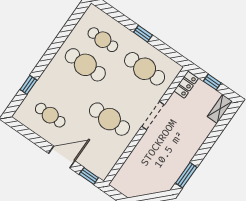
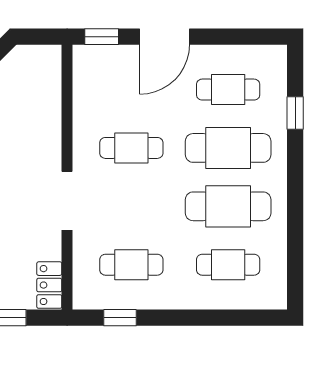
window: (143, 34) -> (120, 318), moved
cafe table: (145, 69) -> (131, 265), width x0.73, depth x0.74
cafe table: (68, 90) -> (228, 148), added
cafe table: (109, 119) -> (131, 148), width x0.73, depth x0.74

